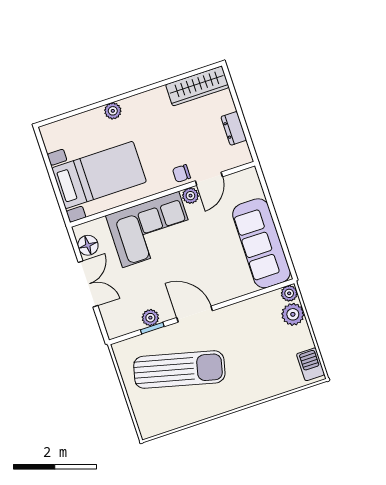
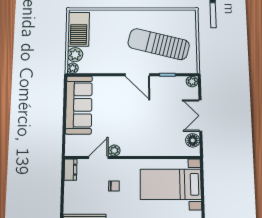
dresser: (234, 128) -> (70, 170), moved
chair: (182, 173) -> (114, 186), moved
corner sofa: (151, 229) -> (148, 137), removed
plant: (150, 318) -> (192, 81), moved
barbecue: (311, 364) -> (79, 29), width x1.88, depth x1.53

